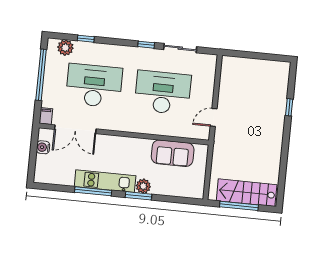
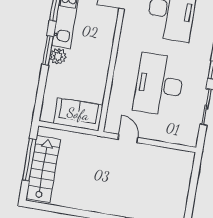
desk: (163, 92) -> (159, 85), turned 180
sofa: (173, 153) -> (78, 114), moved, turned 90

